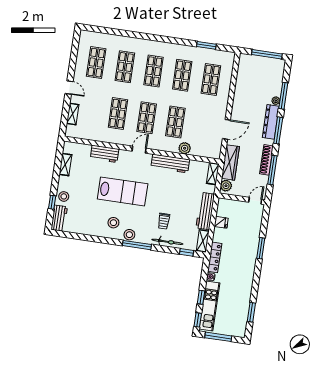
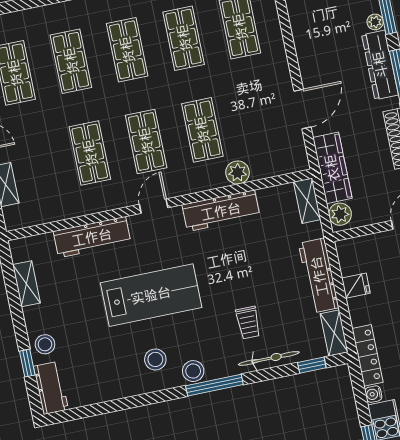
workbench: (105, 154) -> (92, 237), width x1.37

